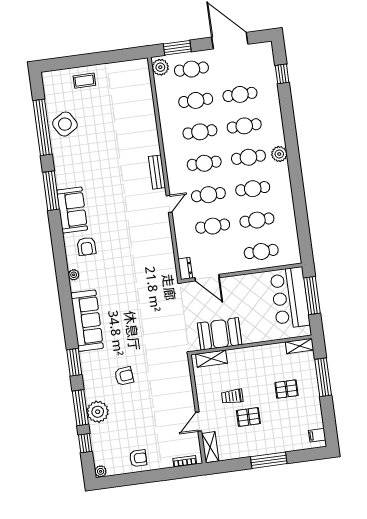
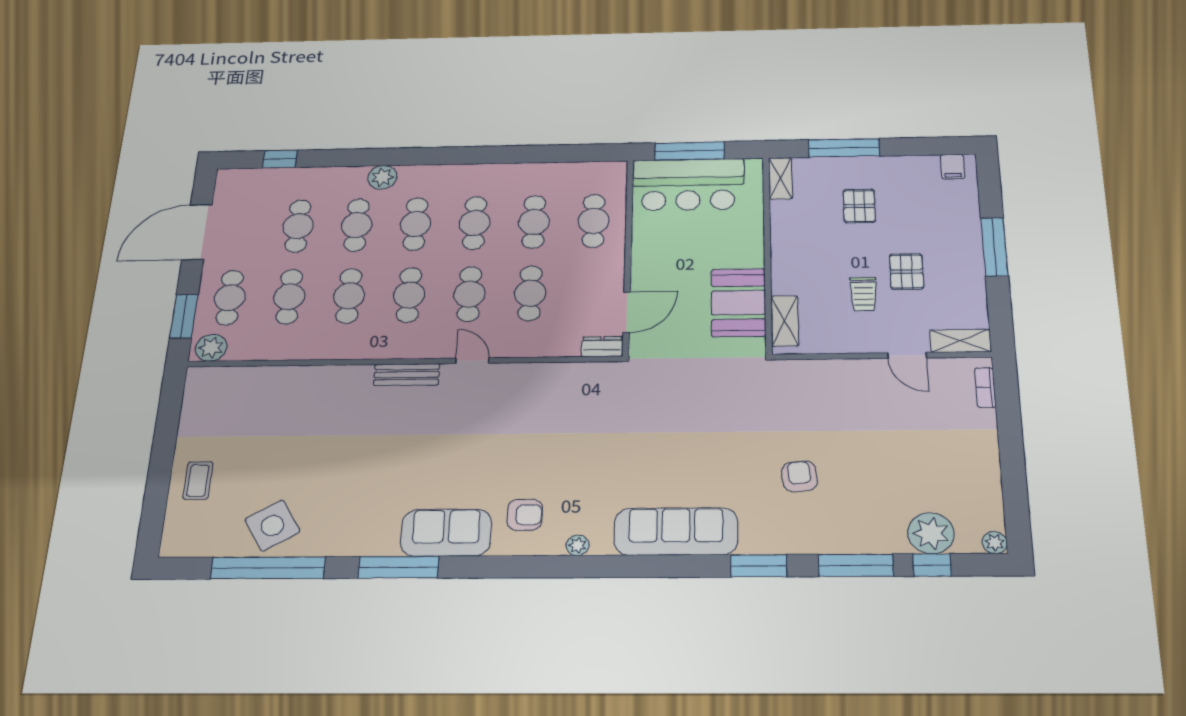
plant: (279, 154) -> (382, 177), moved
plant: (98, 412) -> (931, 533), moved
armchair: (138, 458) -> (972, 470), removed

